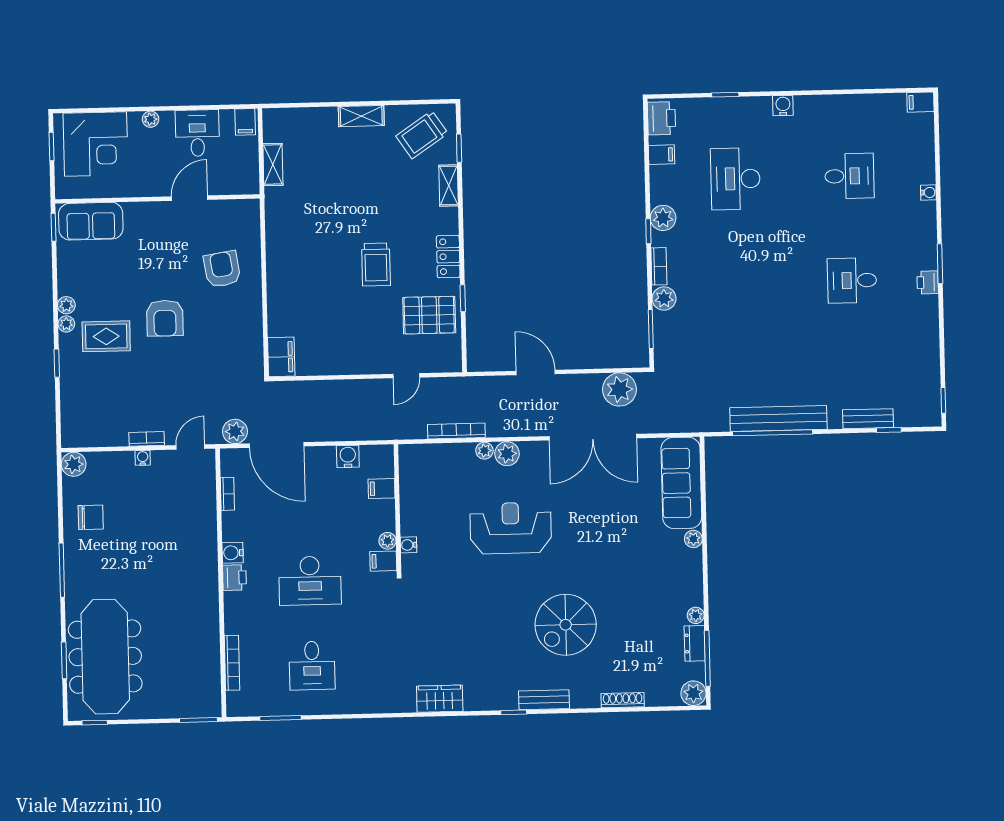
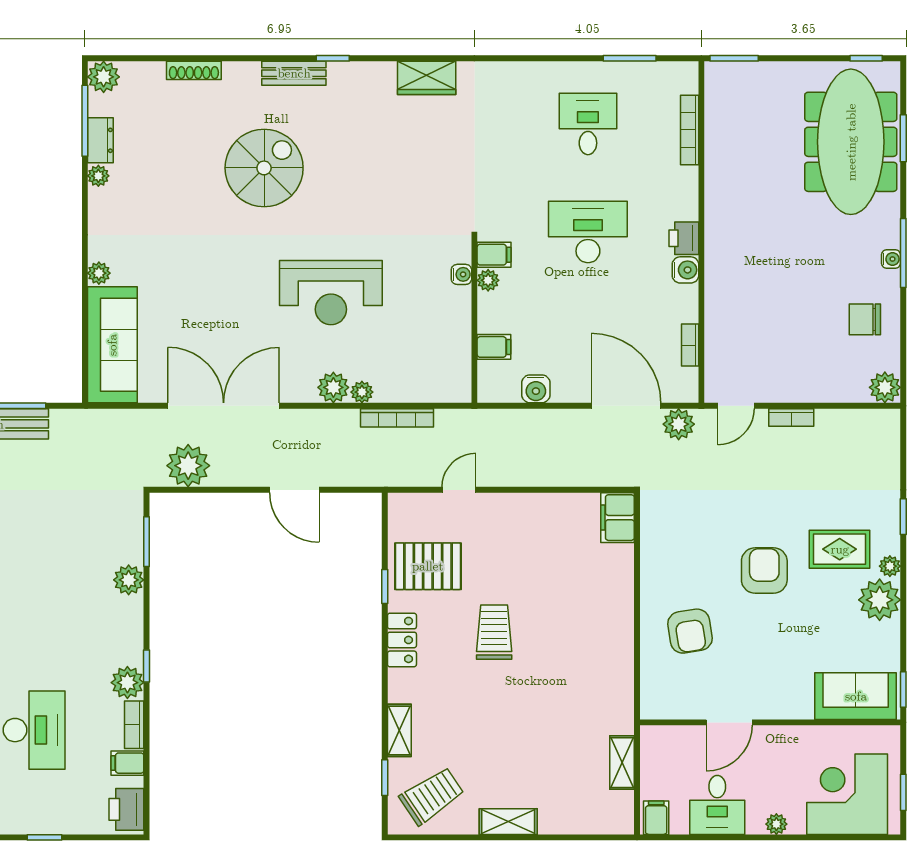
bookcase: (659, 266) -> (134, 725), moved
plant: (66, 305) -> (880, 600), width x1.87, depth x1.87
water cooler: (143, 458) -> (891, 259), moved, turned -90

